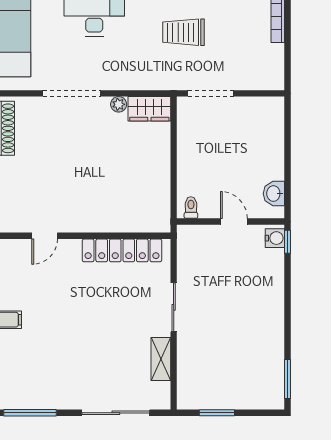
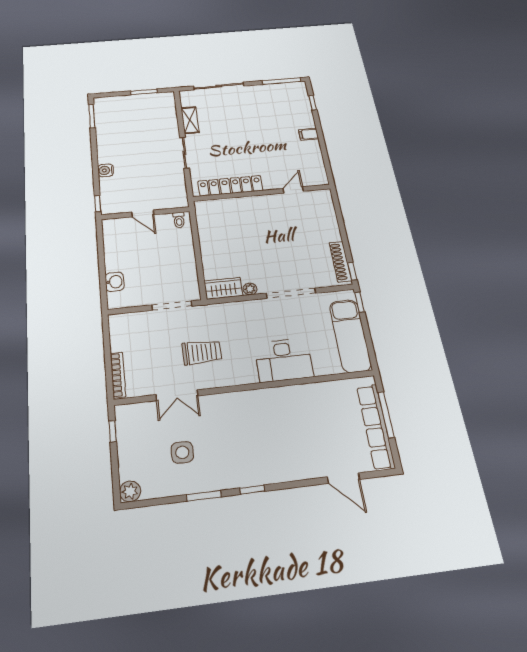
washbasin: (274, 194) -> (115, 282), moved
water cooler: (275, 238) -> (106, 170), moved

